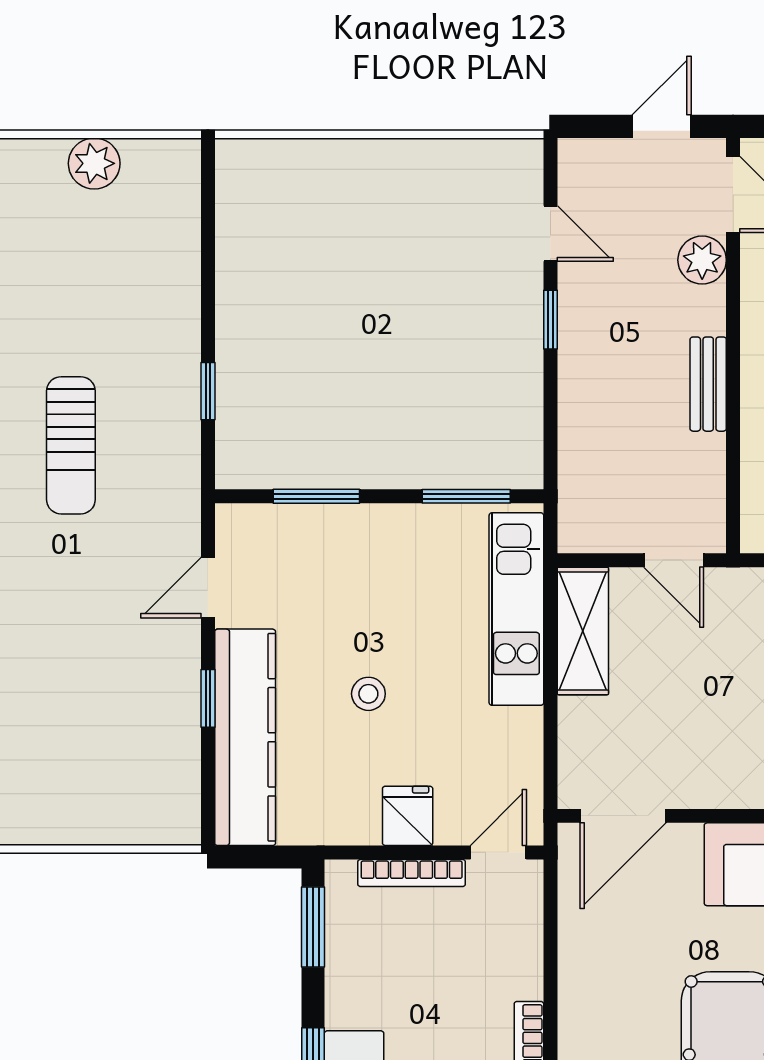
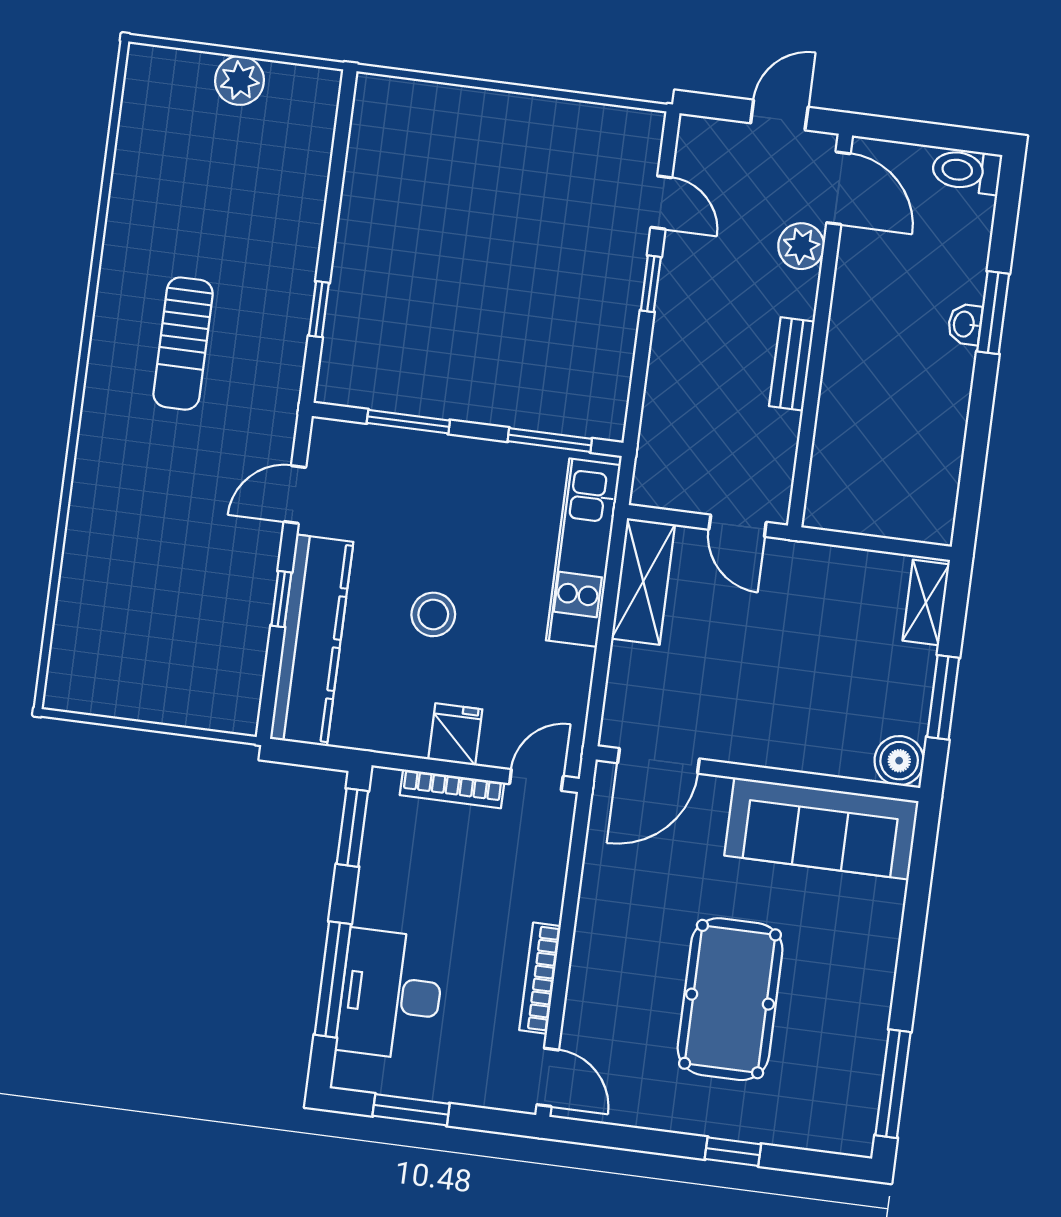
stool: (368, 694) -> (433, 614), width x1.37, depth x1.37

